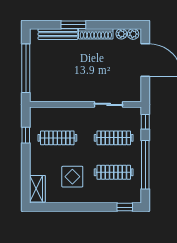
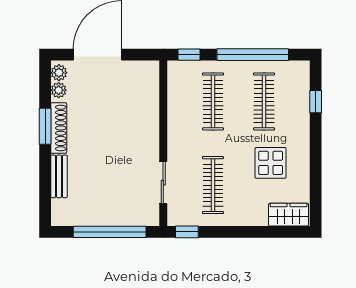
window: (73, 25) -> (45, 126), moved
bench: (58, 34) -> (59, 176), width x0.73
sliding door: (109, 104) -> (163, 183), moved
window: (26, 135) -> (187, 232), moved
window: (125, 207) -> (316, 102), moved

